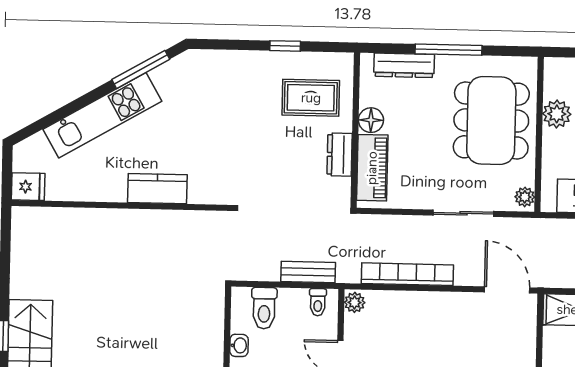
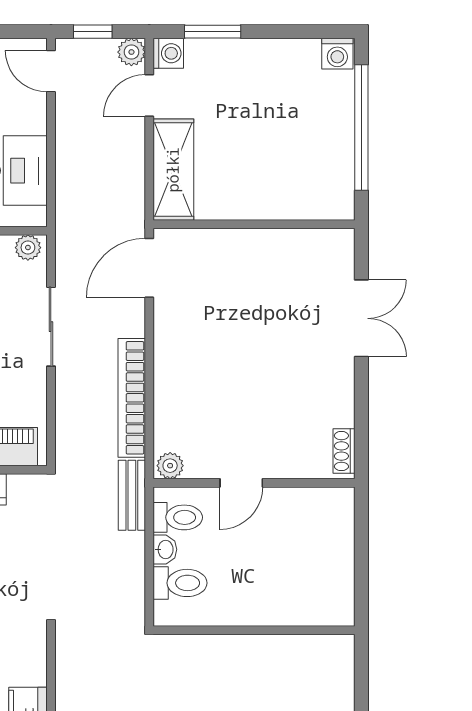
bench: (308, 272) -> (132, 495), moved
toilet: (318, 302) -> (178, 517), width x1.37, depth x1.39
washbasin: (239, 345) -> (165, 549), moved, turned 90

